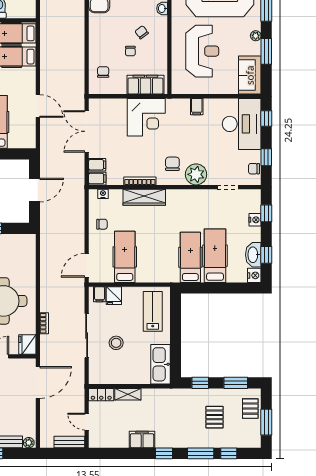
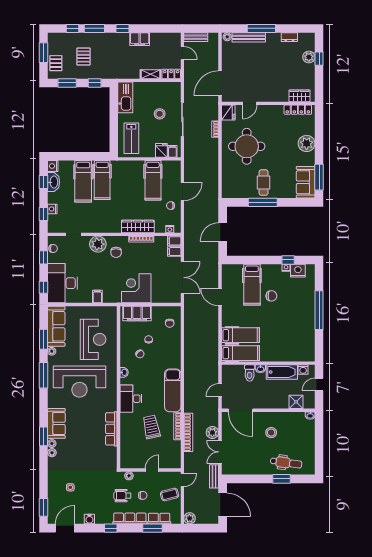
reception desk: (202, 51) -> (93, 339), turned 180
sofa: (250, 75) -> (56, 326), width x1.36
door: (87, 265) -> (182, 191), moved

